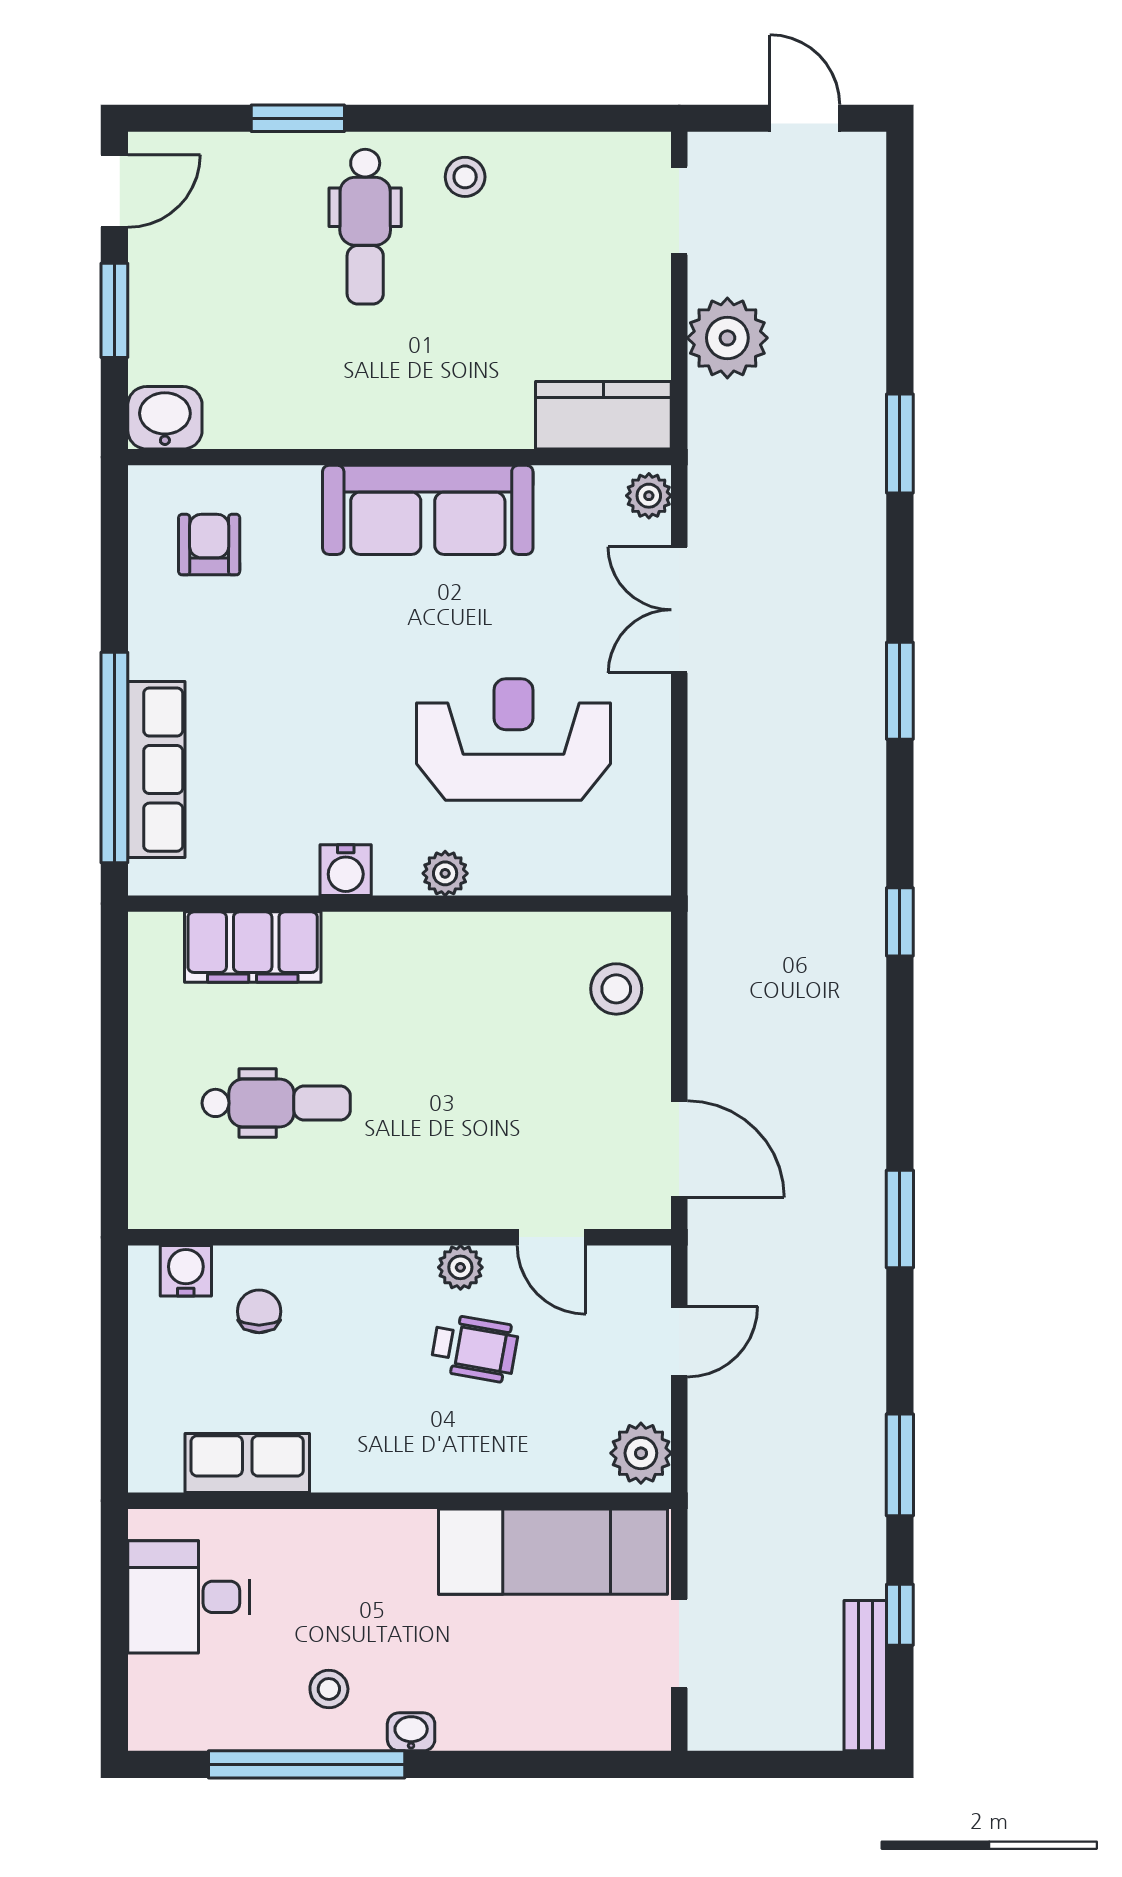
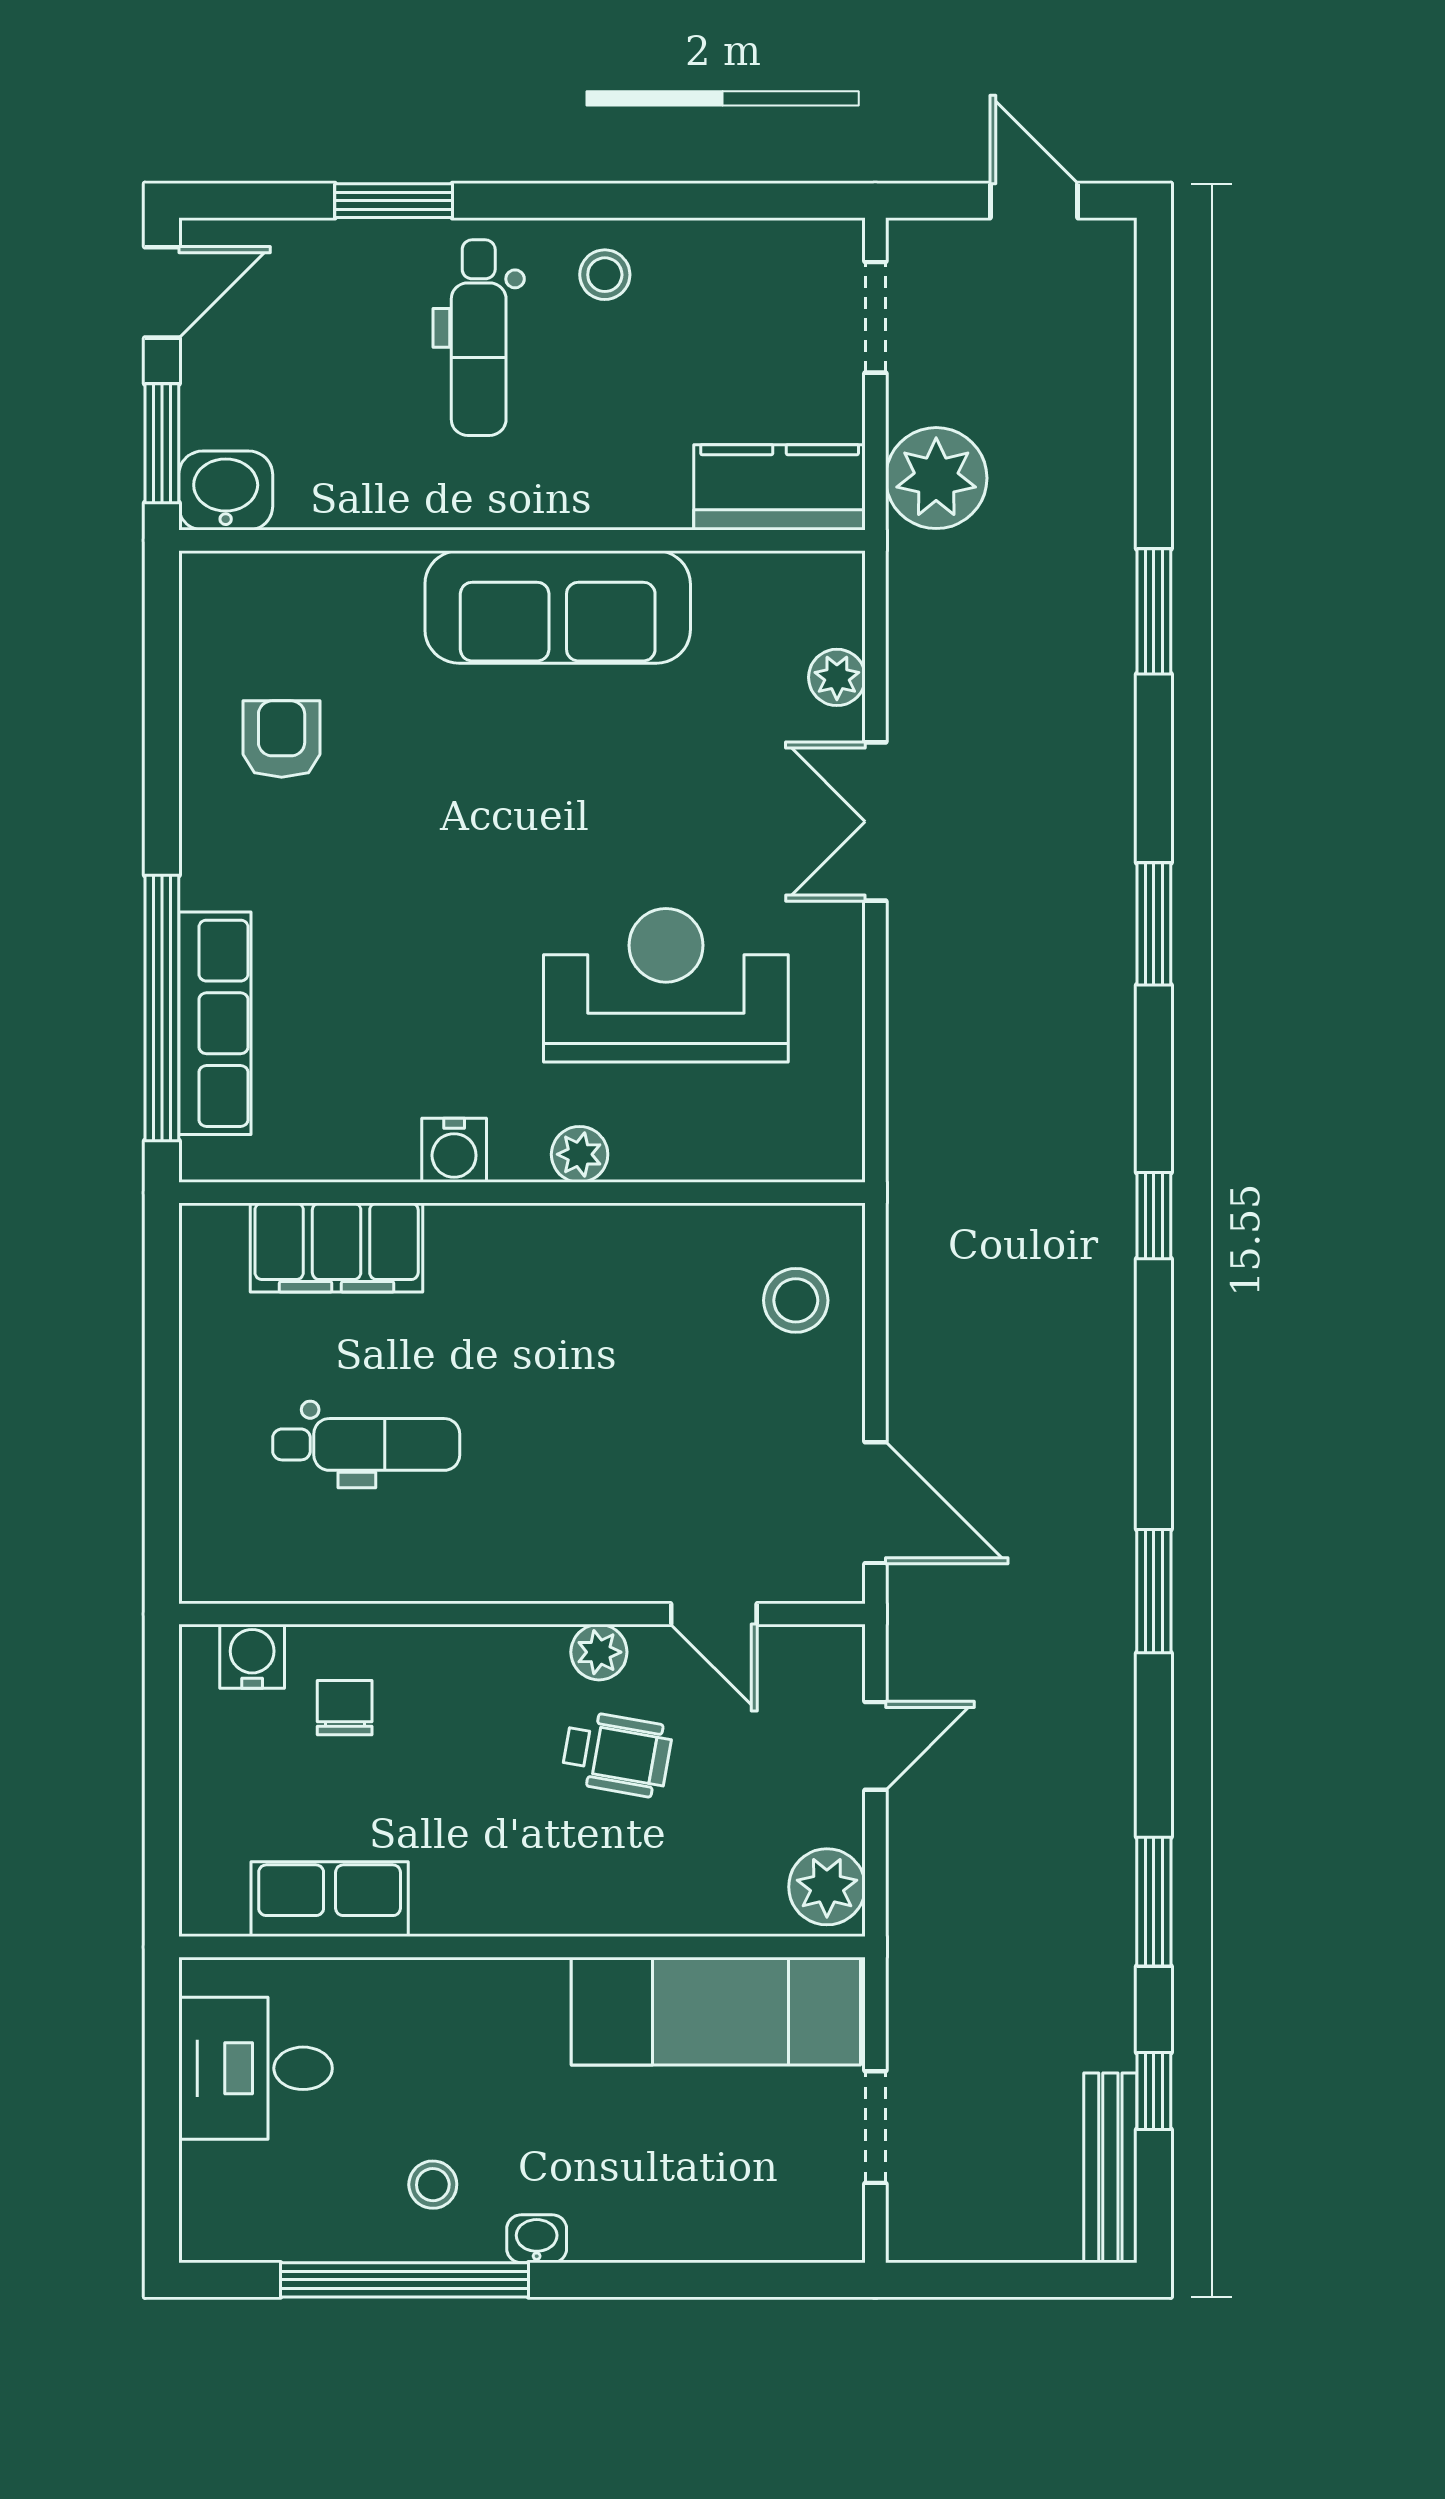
kitchen counter: (603, 415) -> (780, 487), moved
washbasin: (165, 418) -> (226, 491), moved
wall: (400, 457) -> (522, 540), moved
sofa: (428, 510) -> (558, 607), moved

